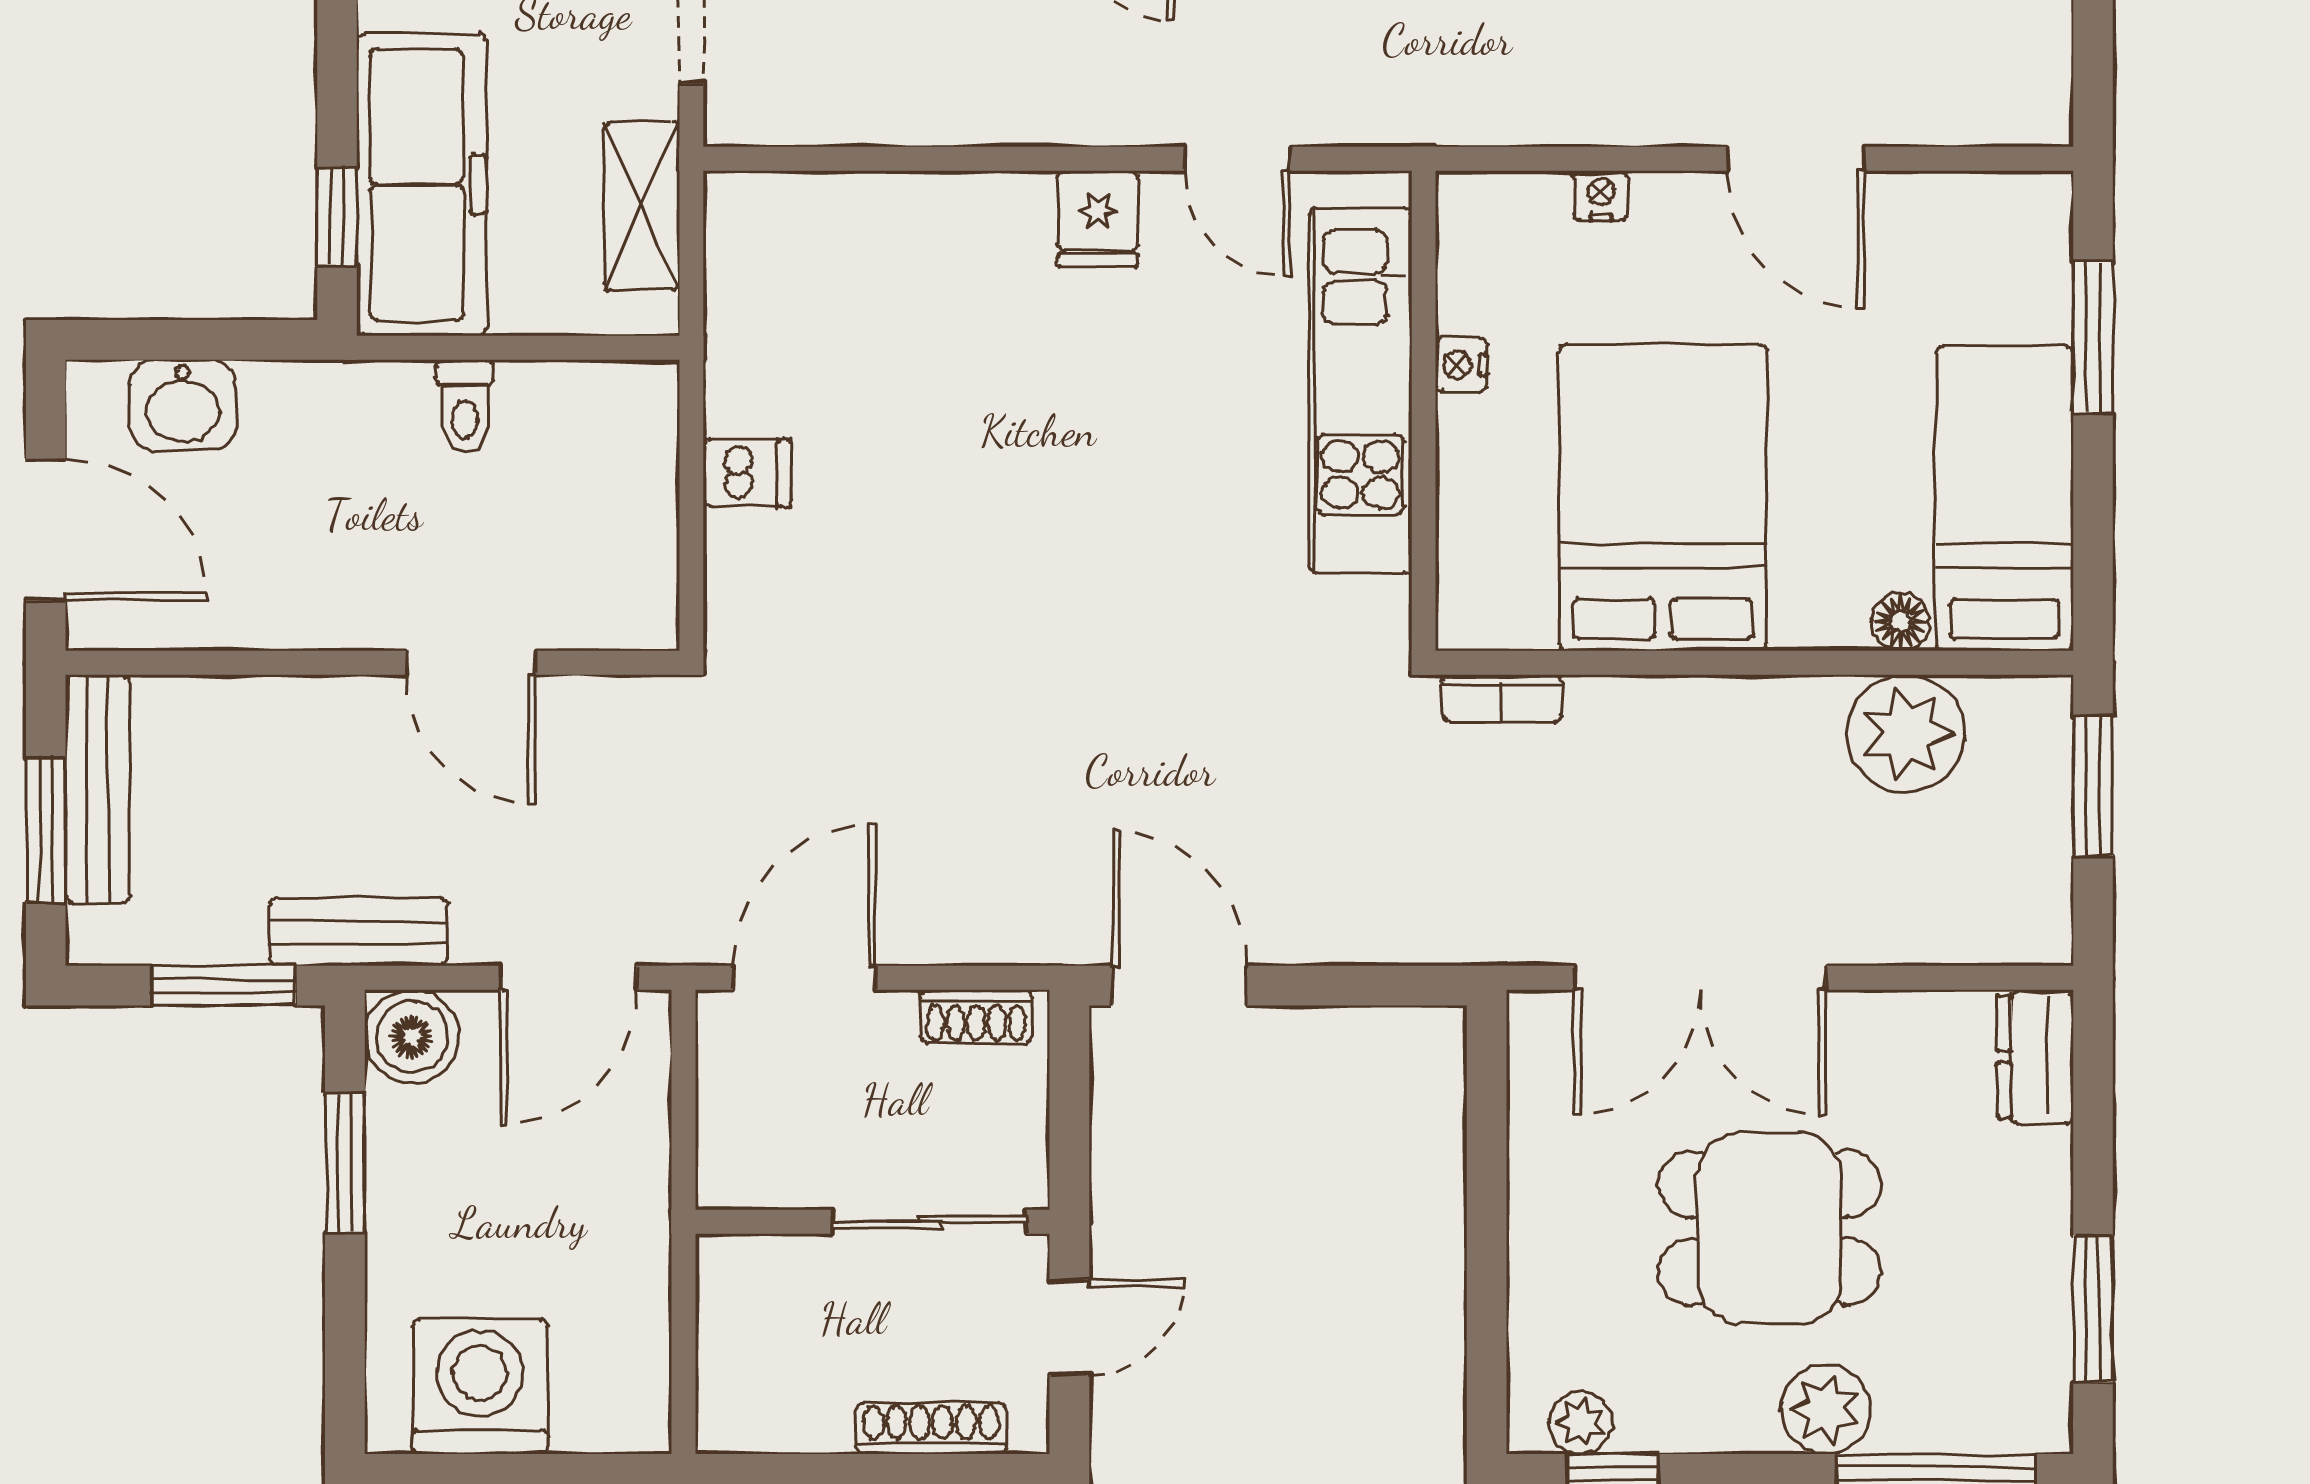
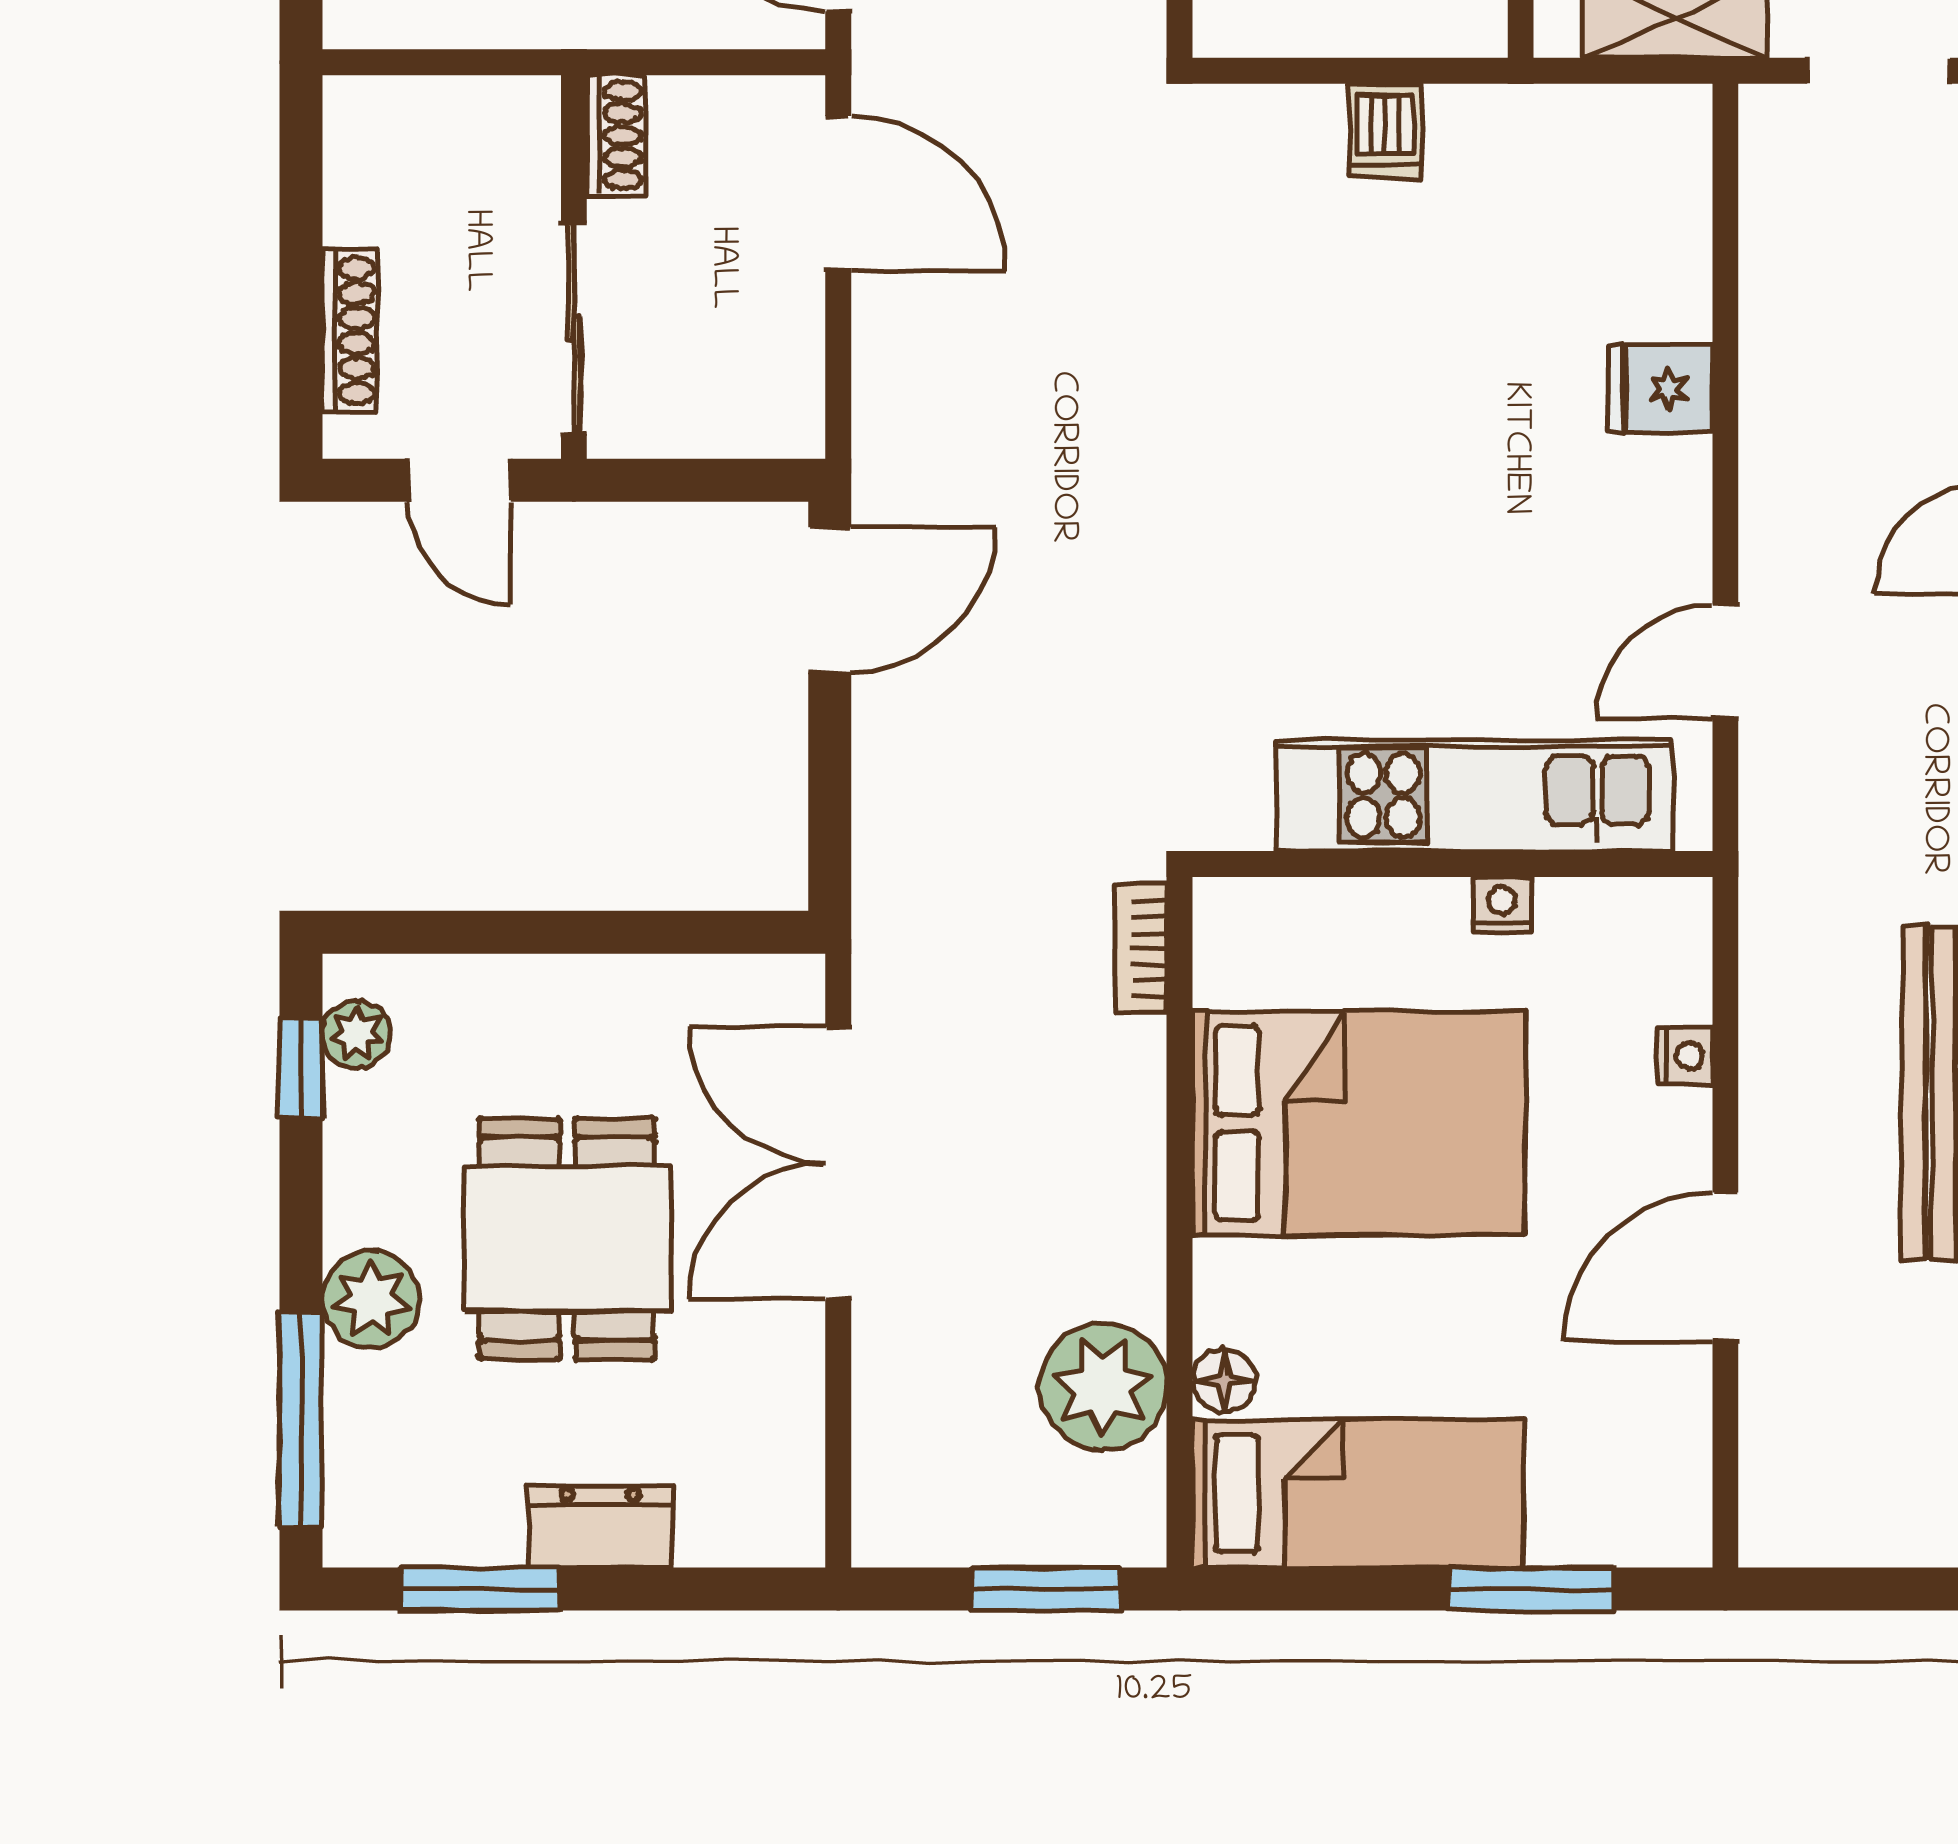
fridge: (1098, 219) -> (1661, 389), moved
shoe rack: (976, 1017) -> (616, 135), moved, turned 180
dresser: (2036, 1057) -> (600, 1527), moved

